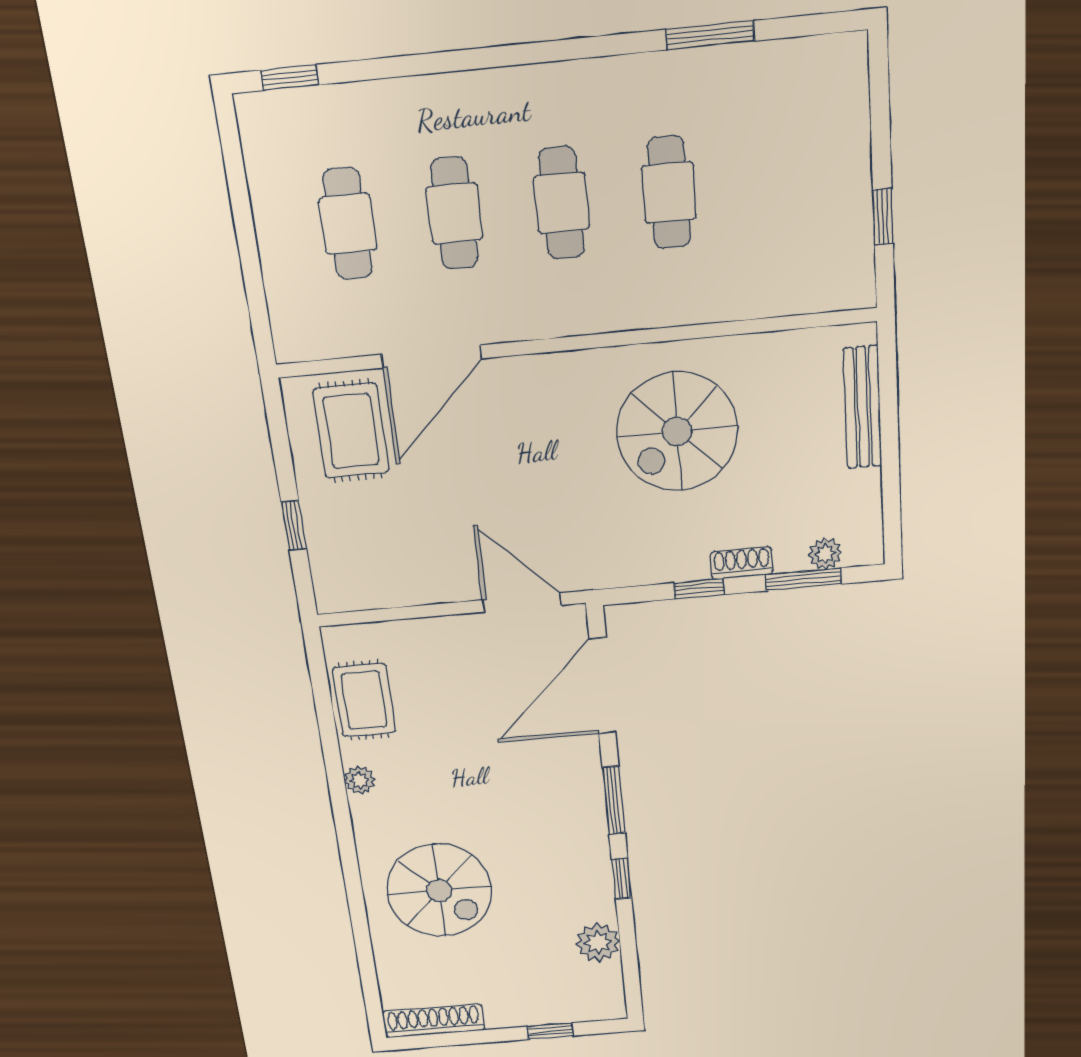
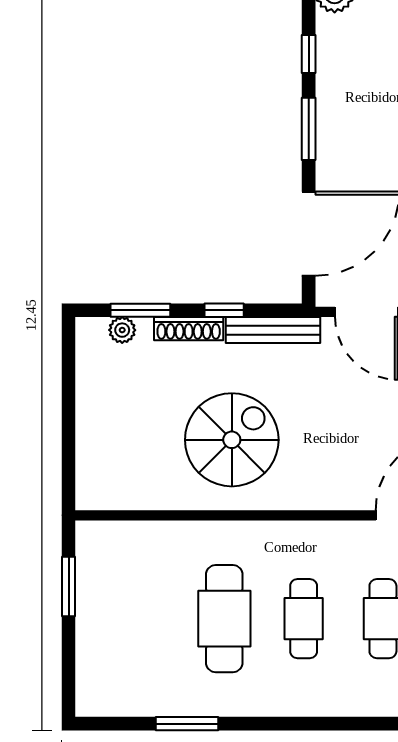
cafe table: (669, 192) -> (224, 619), width x1.37, depth x1.35
window: (883, 217) -> (69, 586), width x1.50
bench: (863, 407) -> (273, 330), moved, turned 90
shoe rack: (742, 563) -> (189, 329), width x1.43

